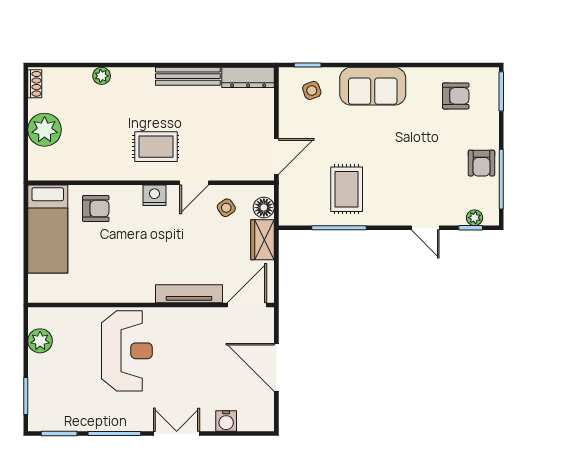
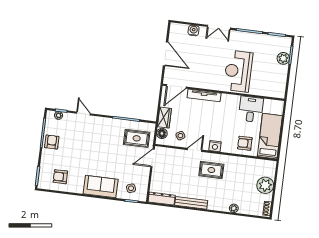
rug: (347, 189) -> (137, 138), moved, turned 90
desk: (92, 278) -> (251, 109), added
plant: (40, 341) -> (283, 58), moved

